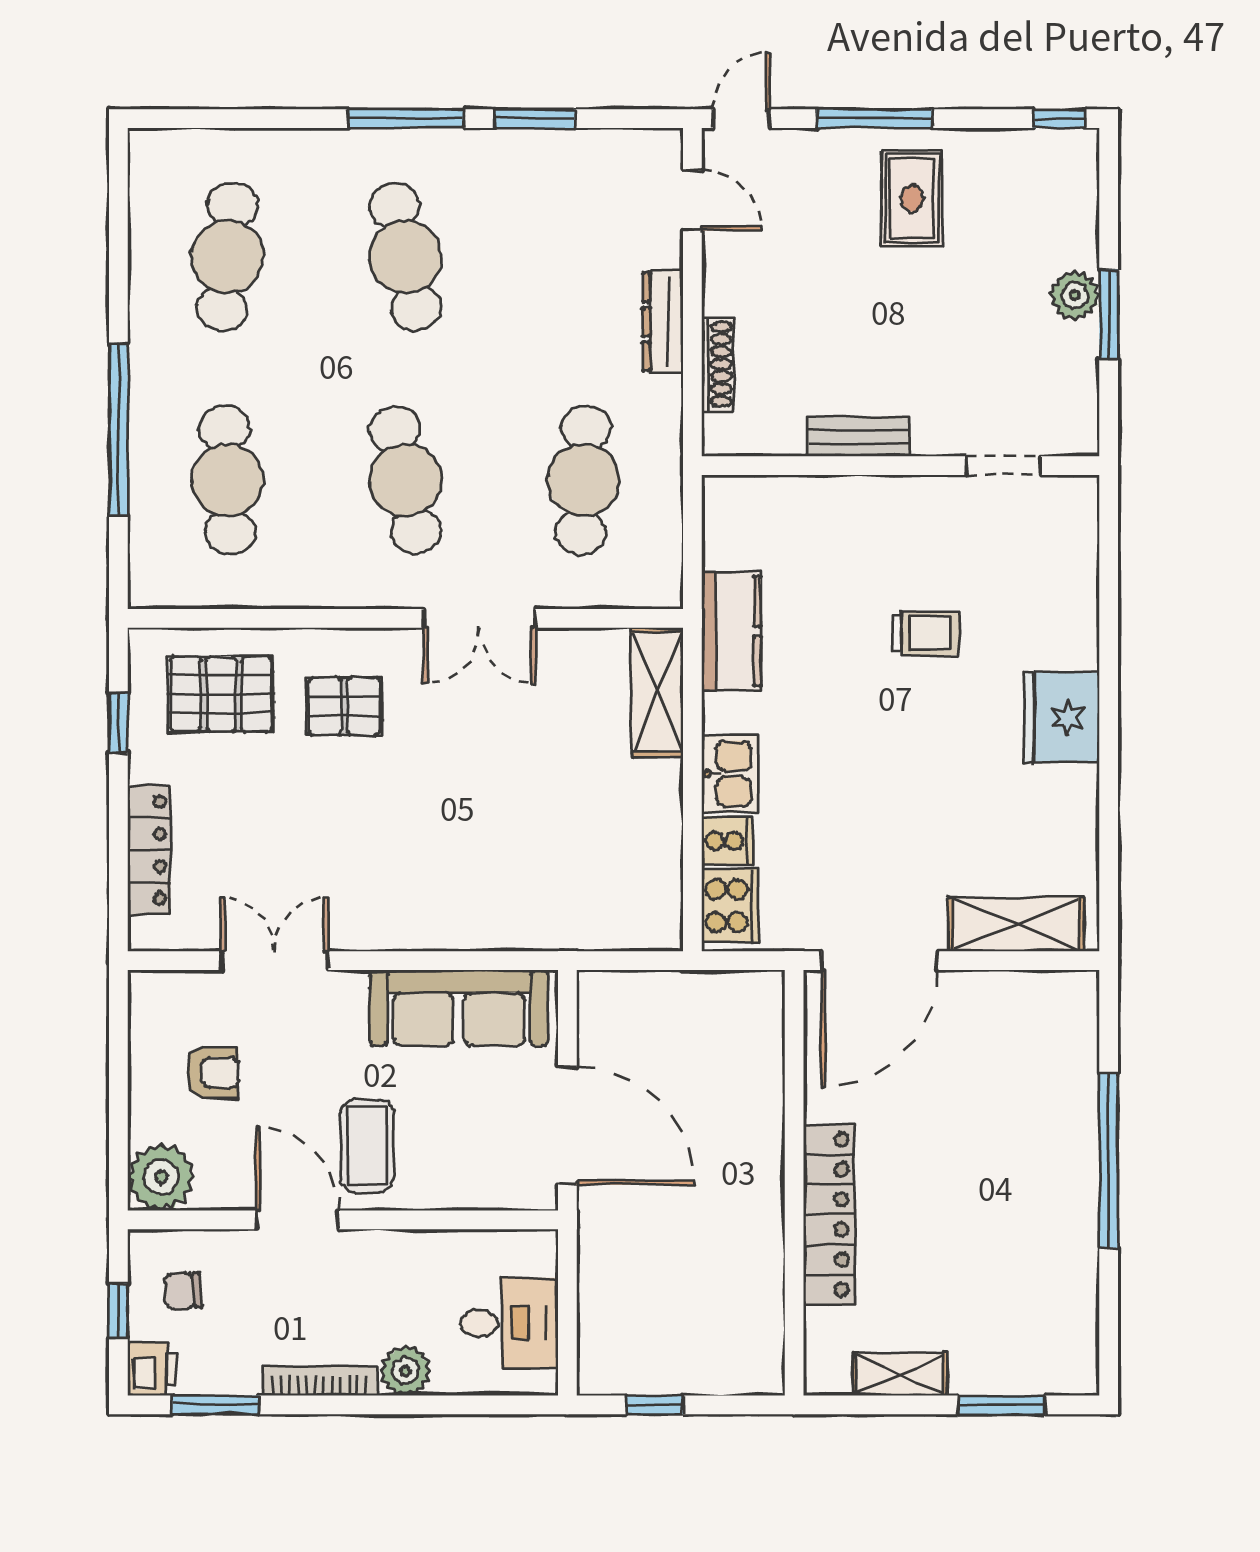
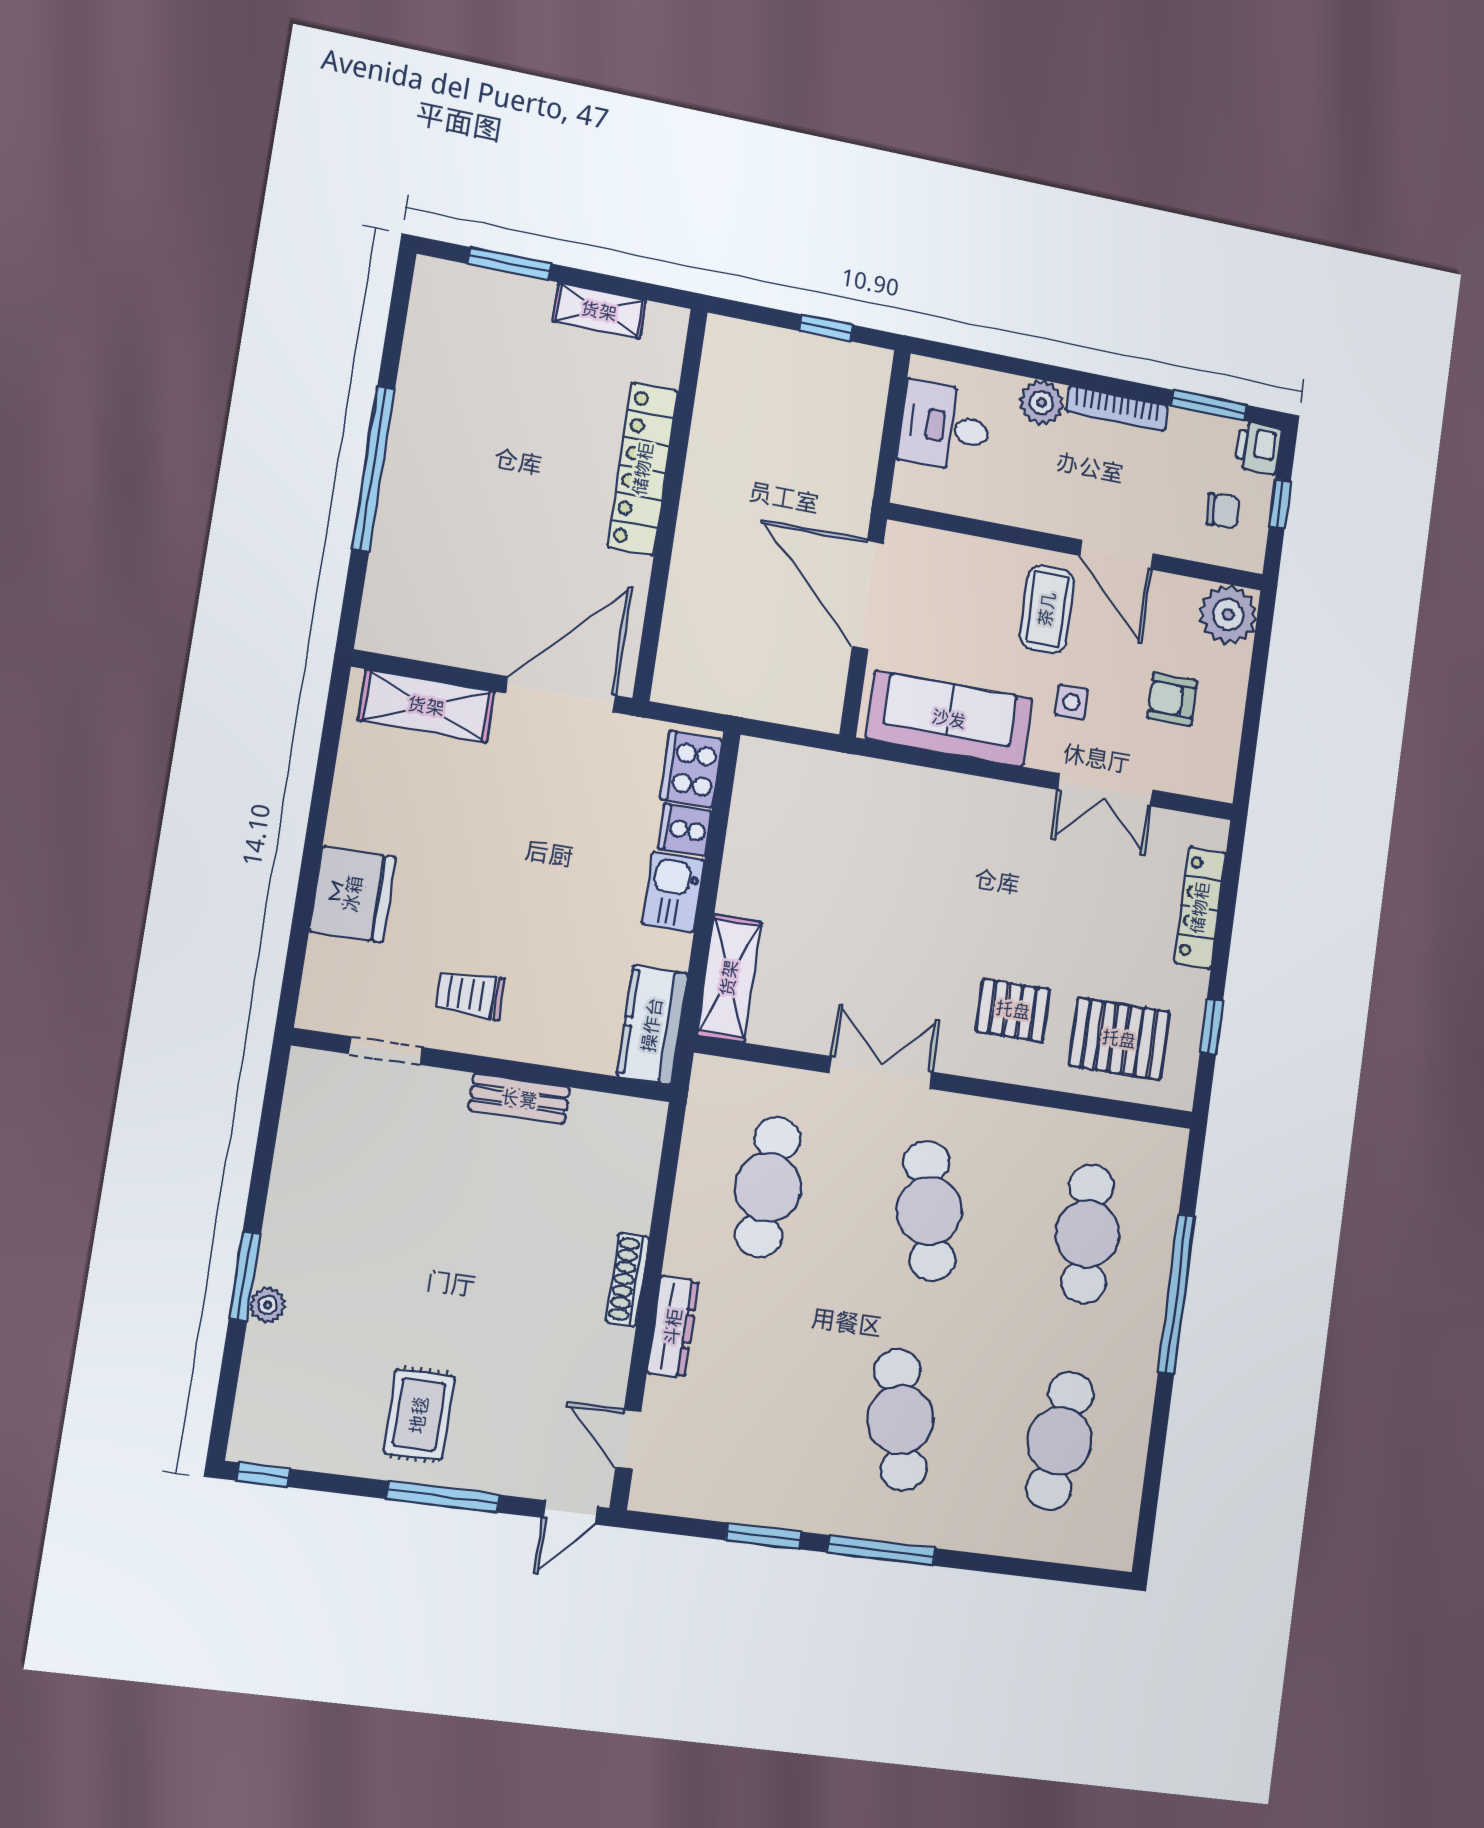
plant: (1075, 295) -> (268, 1305), width x0.73, depth x0.73
bench: (859, 437) -> (519, 1099), moved
wall: (900, 466) -> (484, 1065), moved
doorway: (1003, 466) -> (385, 1051), moved
side table: (326, 1050) -> (1071, 702), added

